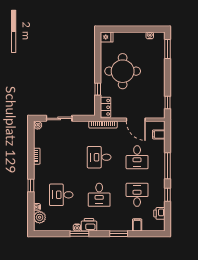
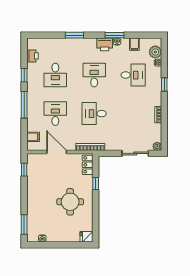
round table: (123, 71) -> (70, 202), width x0.73, depth x0.73
desk: (99, 157) -> (94, 114), turned 180
filing cabinet: (137, 225) -> (134, 44), moved

